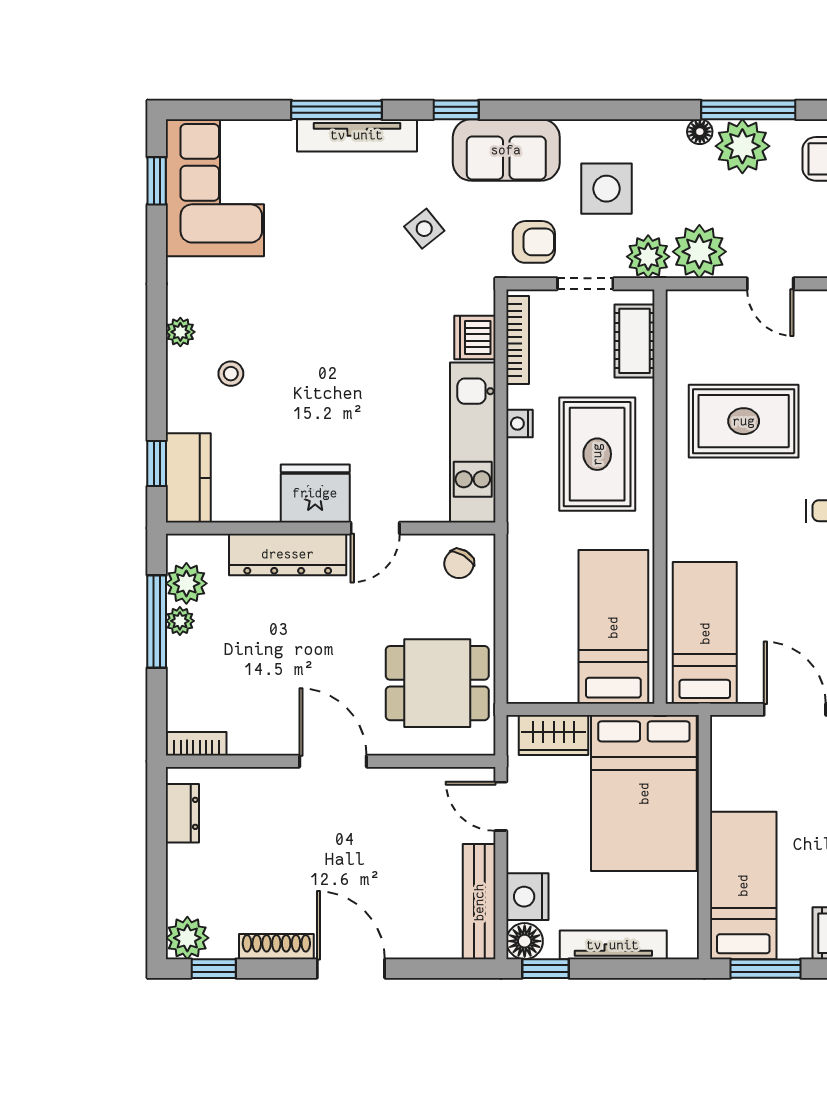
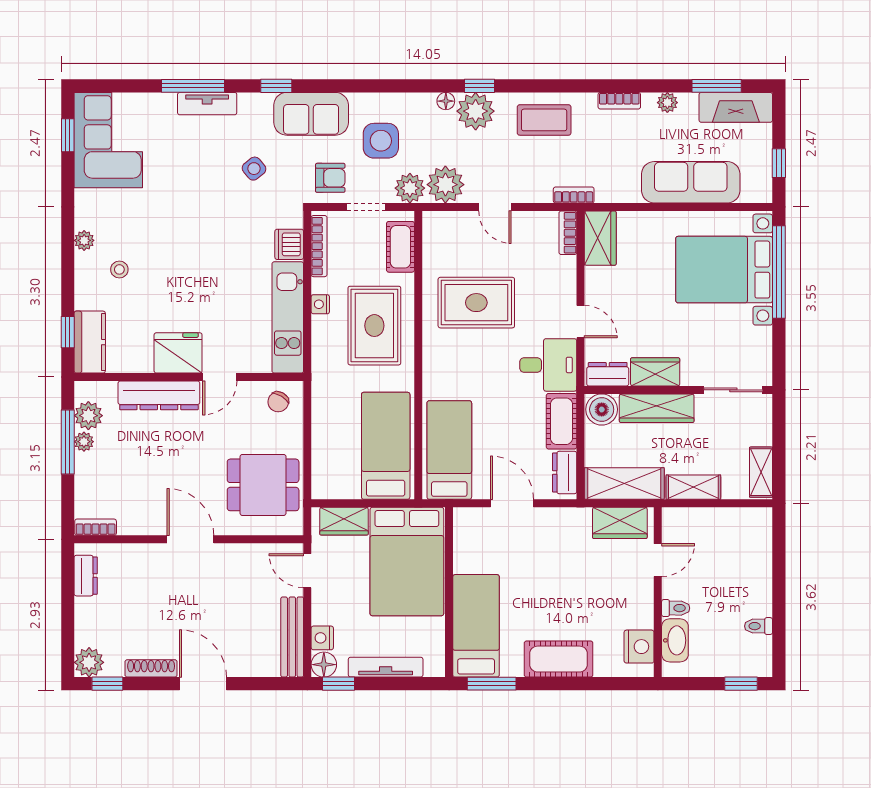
window: (748, 110) -> (480, 86), width x0.46
tv unit: (357, 135) -> (207, 104), width x0.71
nightstand: (527, 897) -> (322, 638), width x0.74, depth x0.75

